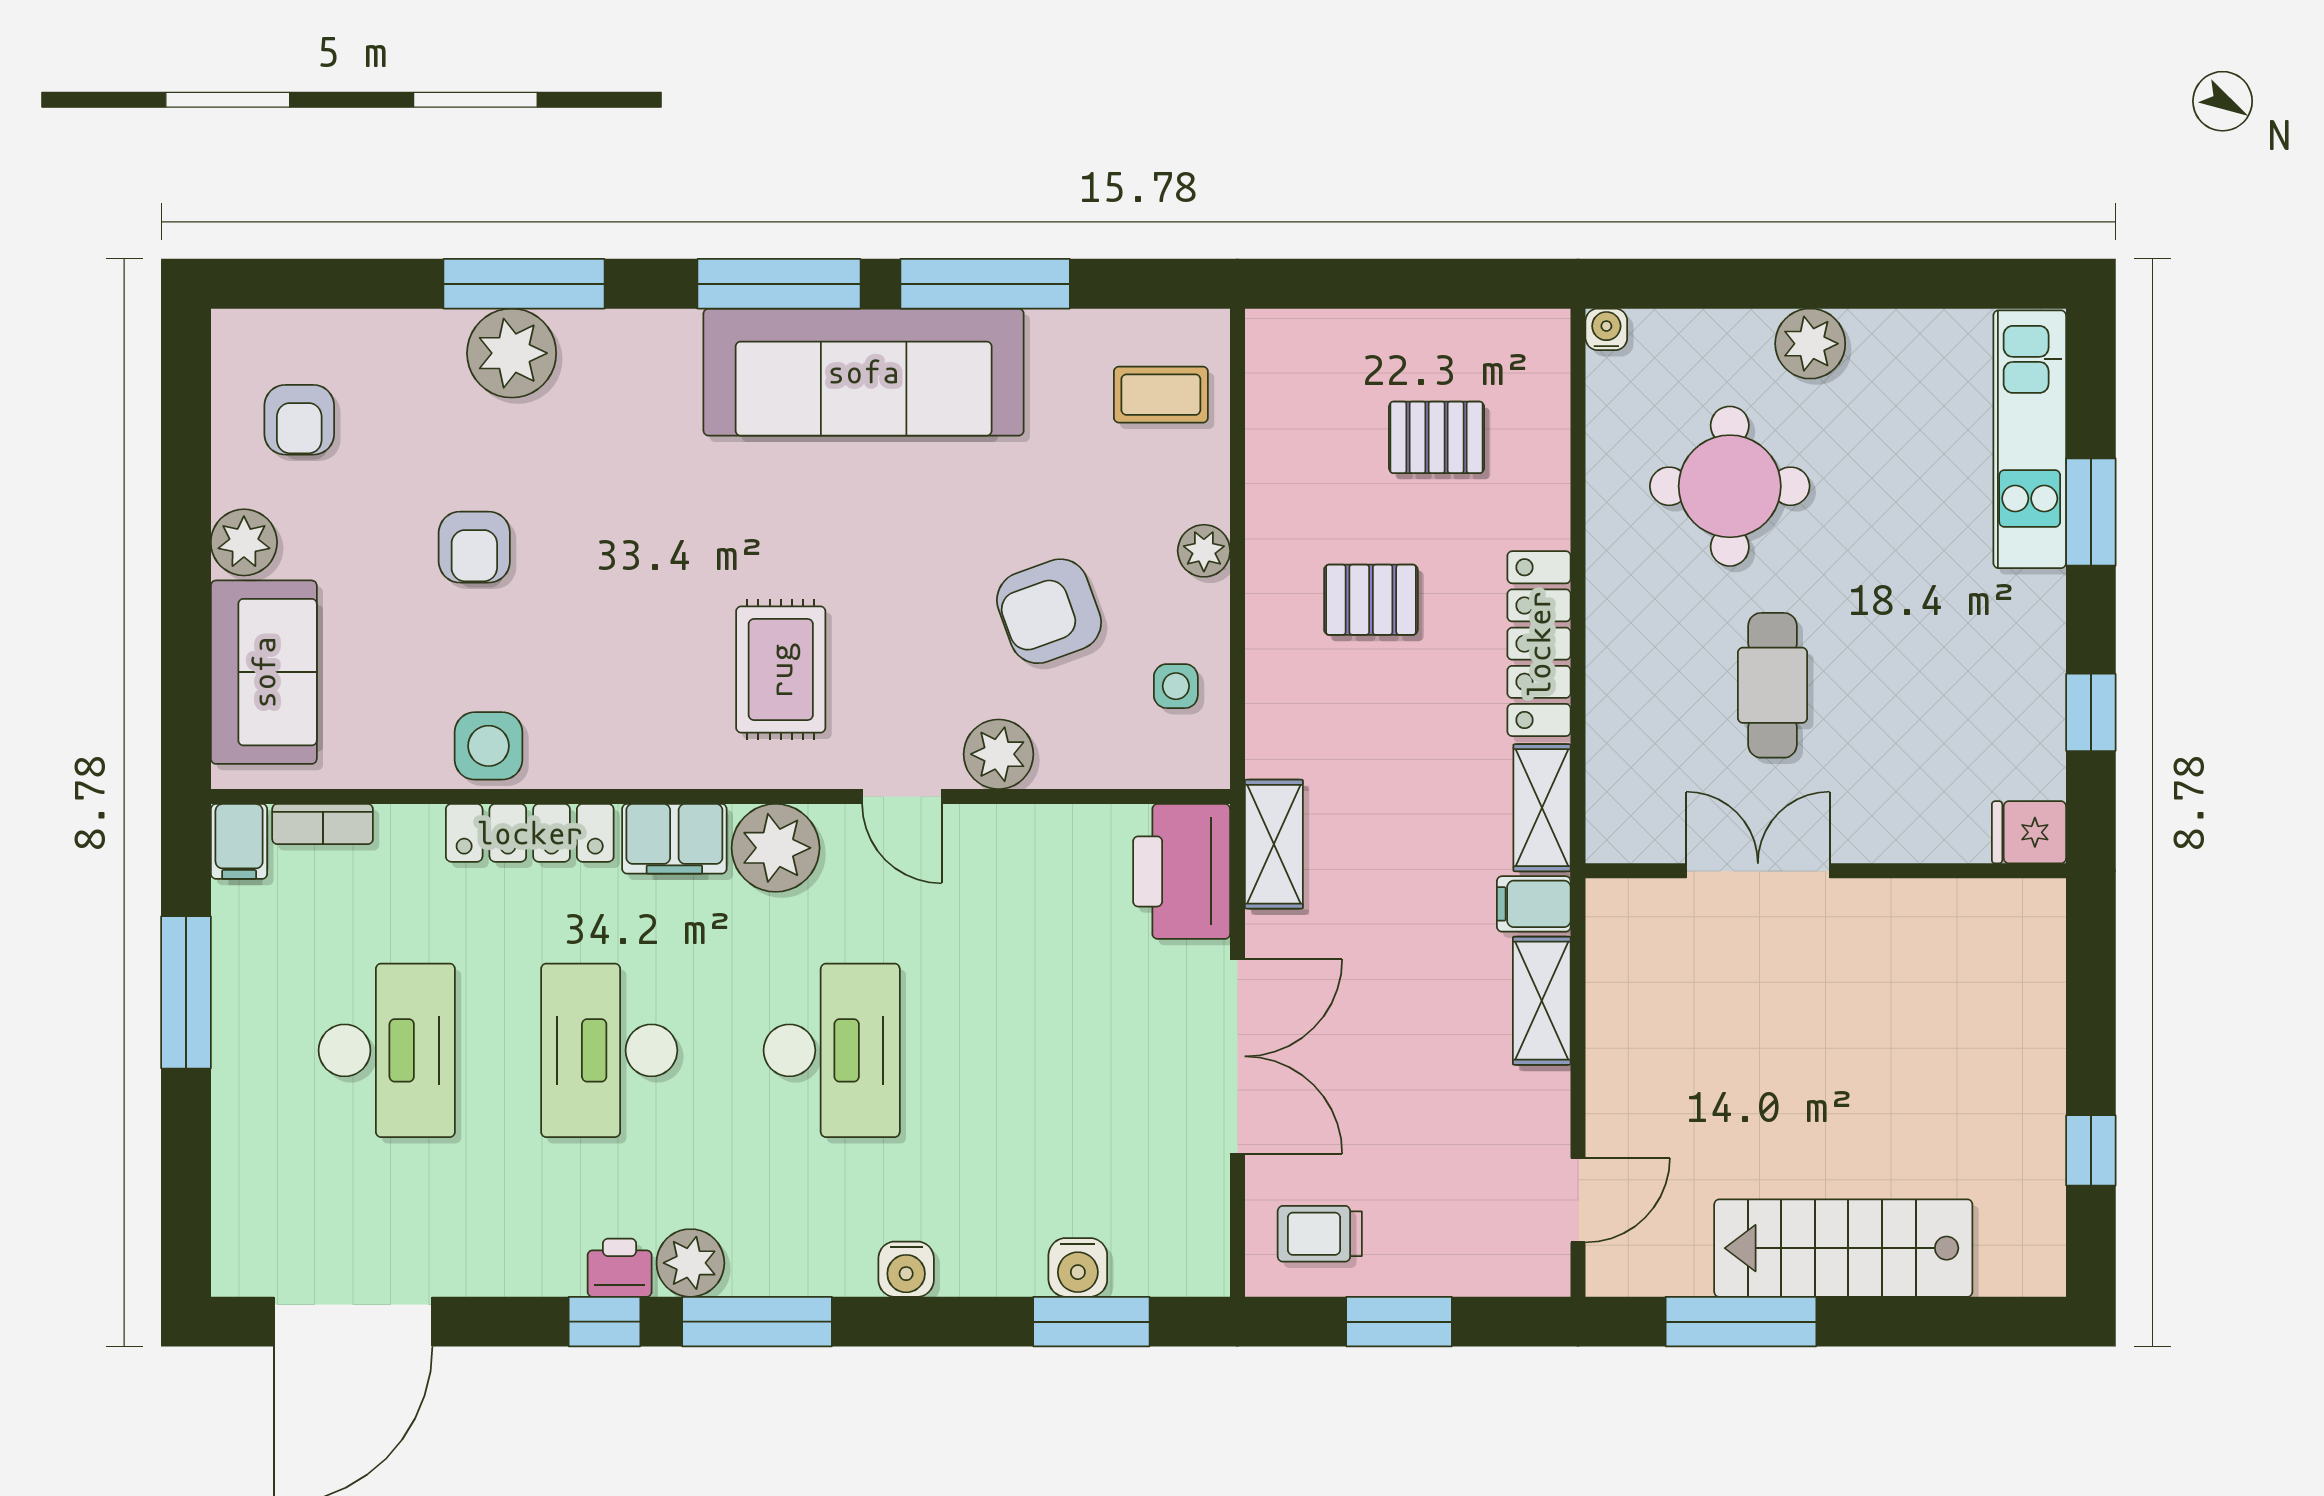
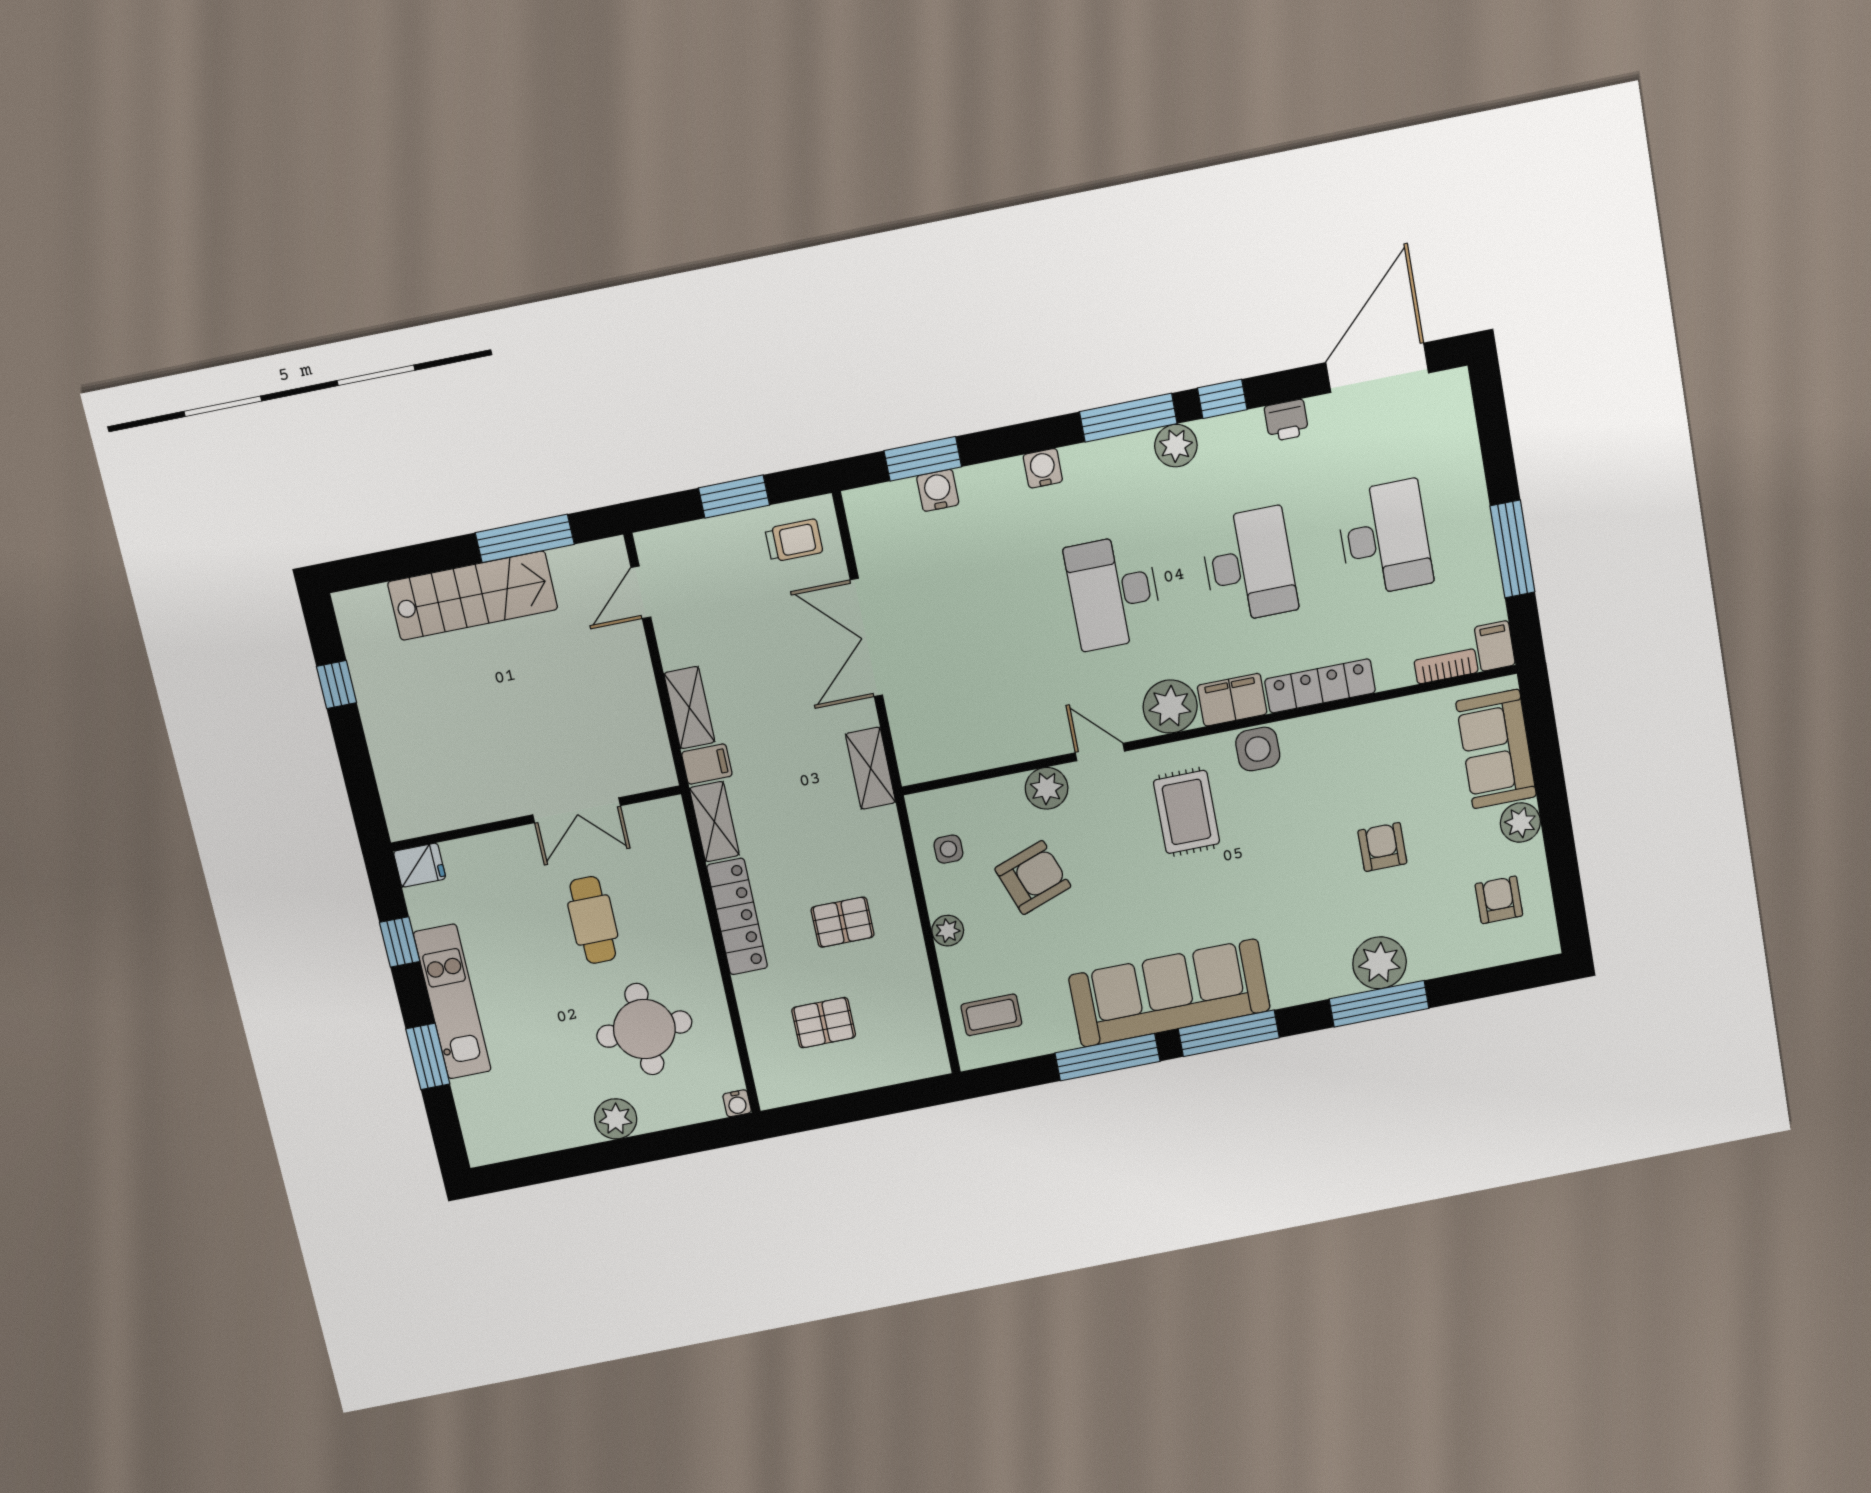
kitchen unit: (2030, 439) -> (452, 1002), moved
side table: (488, 746) -> (1258, 749), moved
printer: (1182, 871) -> (923, 741), removed
desk: (387, 1050) -> (1384, 538), turned 180
printer: (620, 1268) -> (1286, 420), moved

